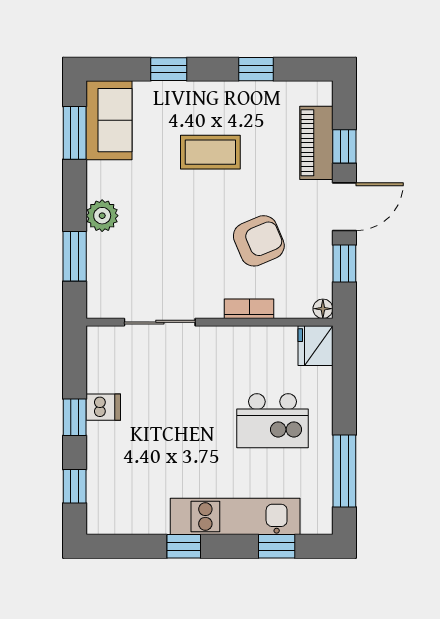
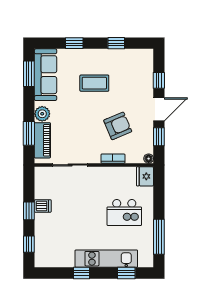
sofa: (109, 120) -> (46, 75), width x1.36
piano: (316, 143) -> (42, 140), moved, turned 180

